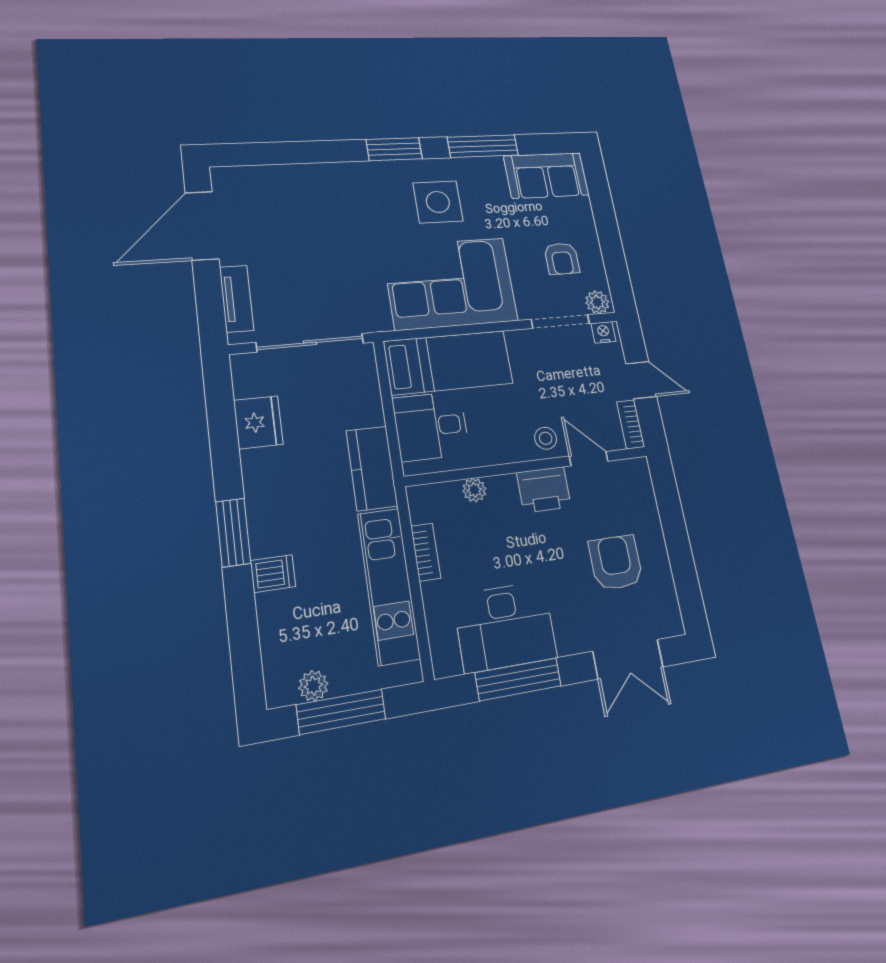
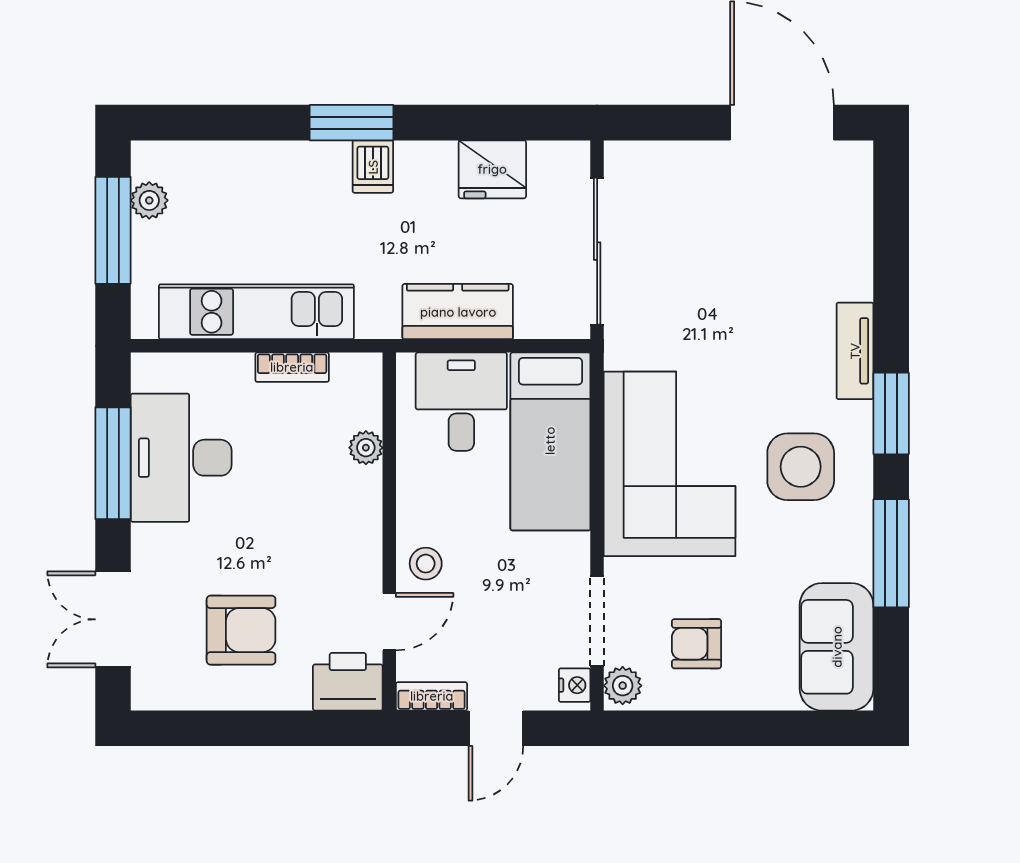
tv unit: (237, 299) -> (855, 351), moved, turned 90
kitchen counter: (372, 468) -> (458, 312), moved
printer: (544, 490) -> (348, 682), moved, turned 90
dishwasher: (273, 574) -> (373, 167), moved

